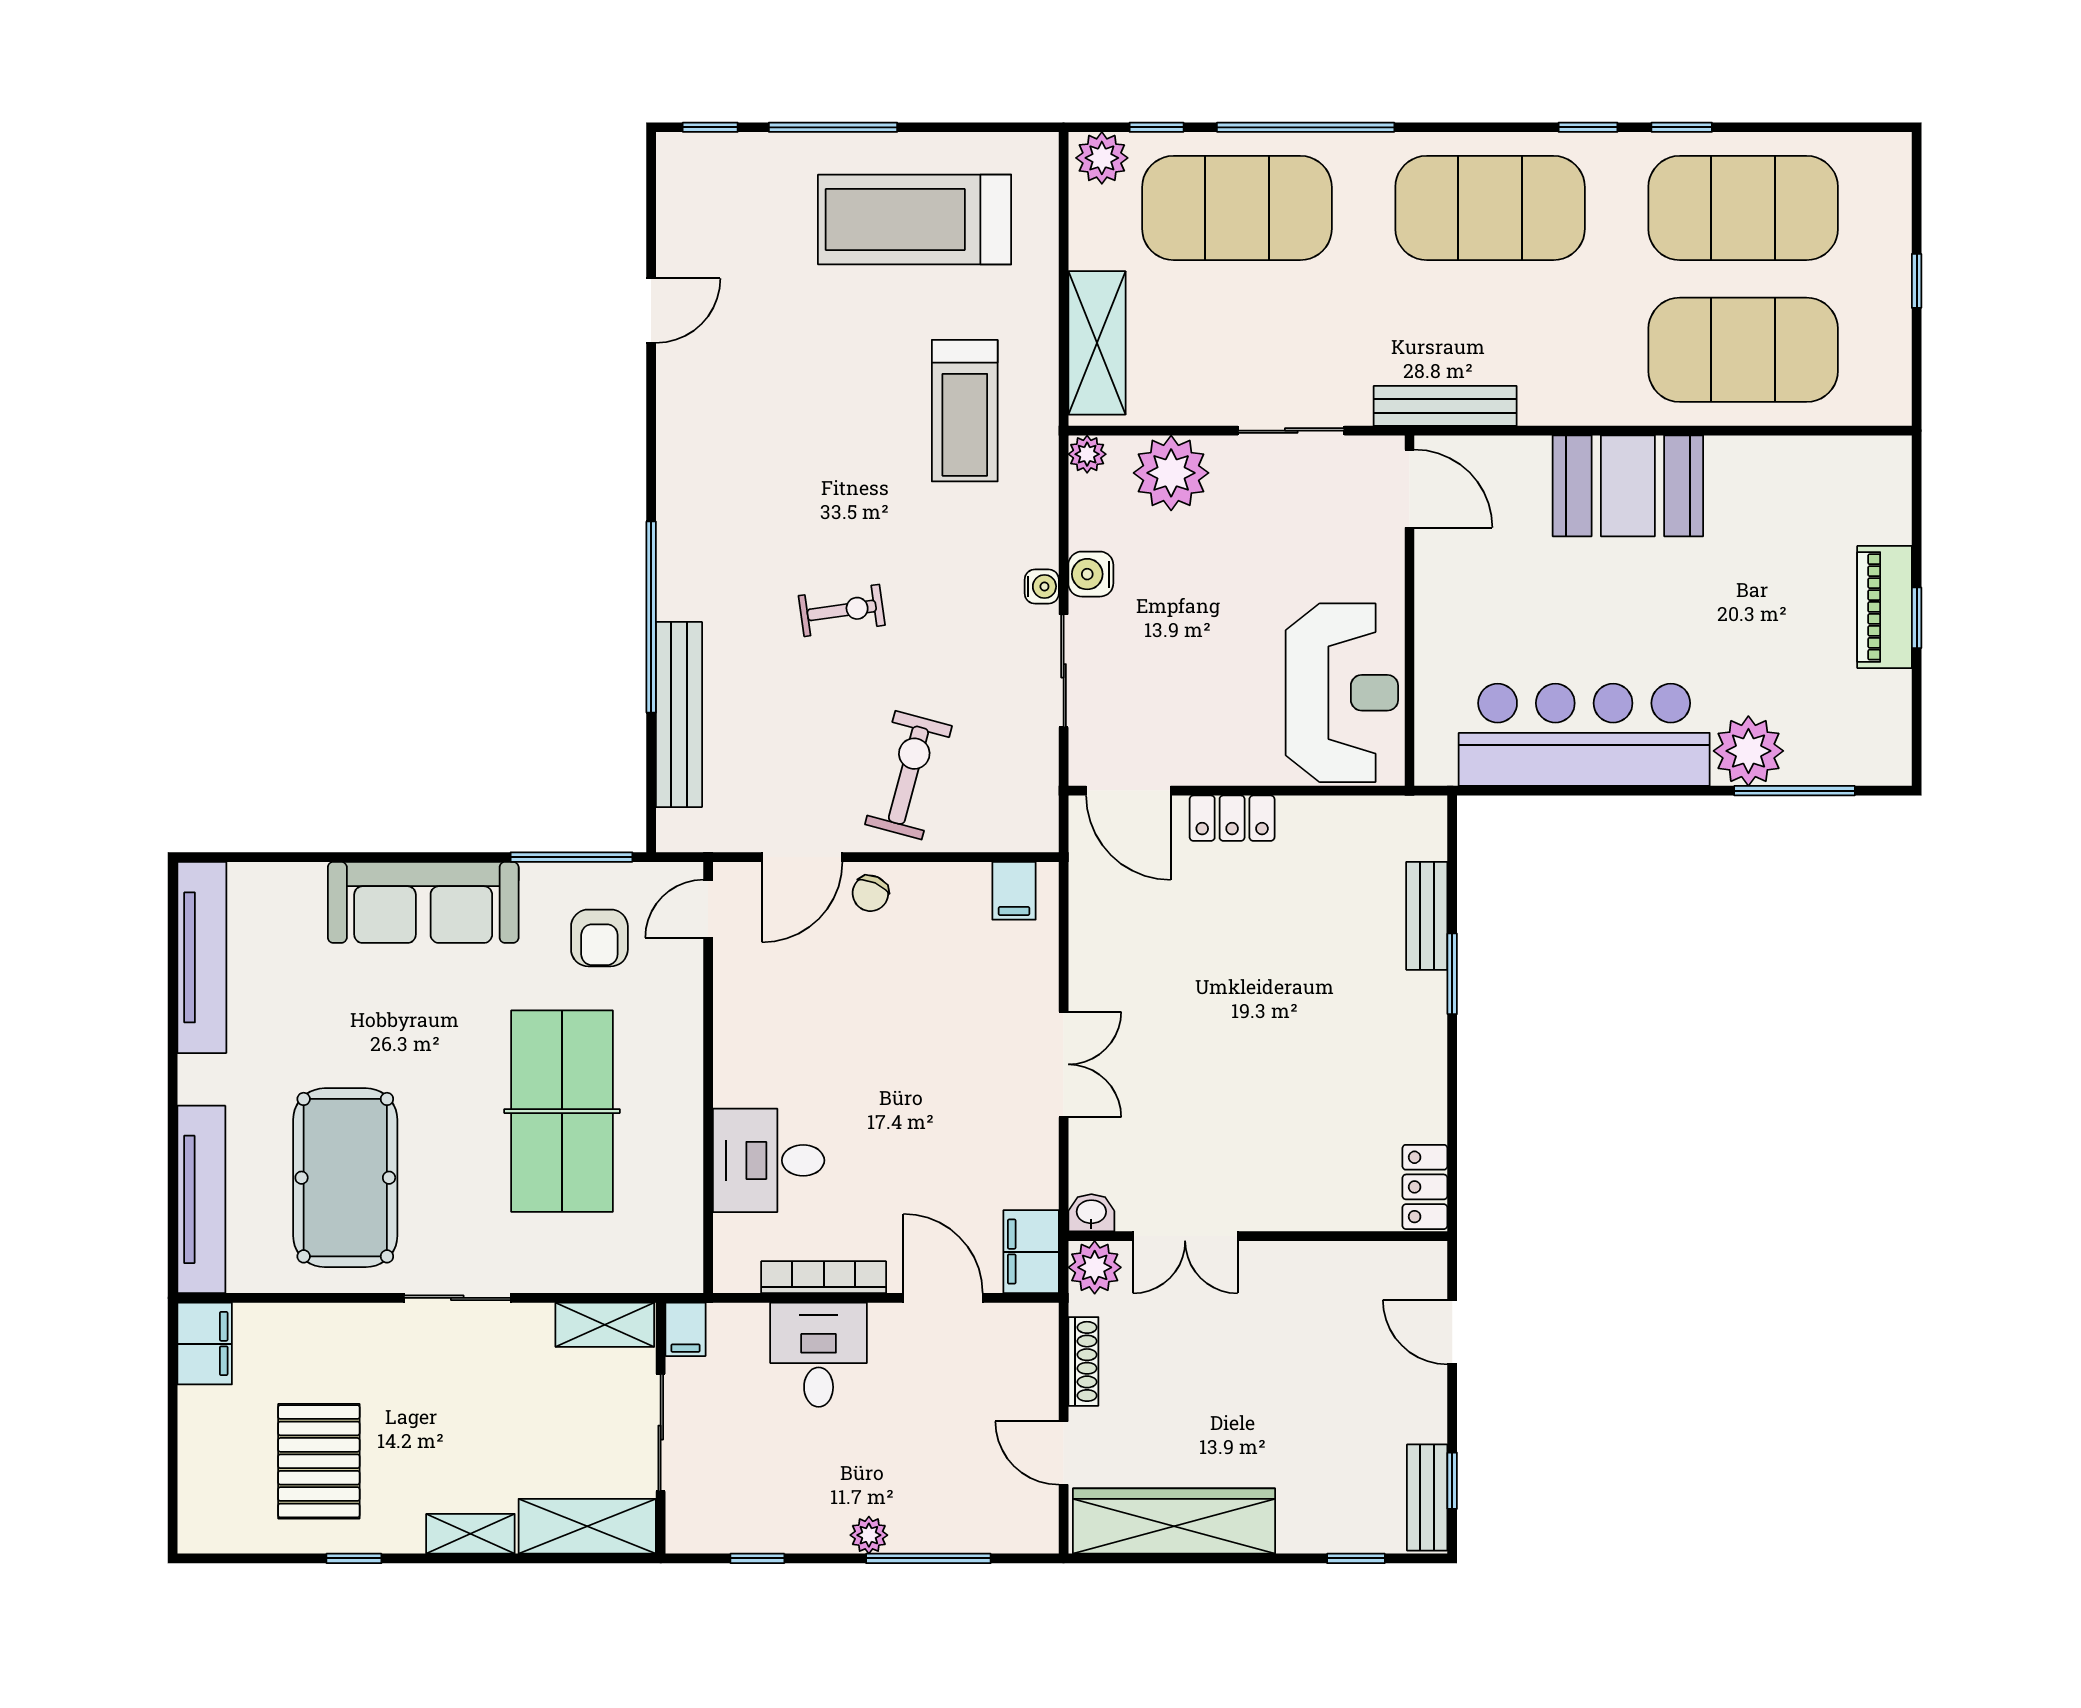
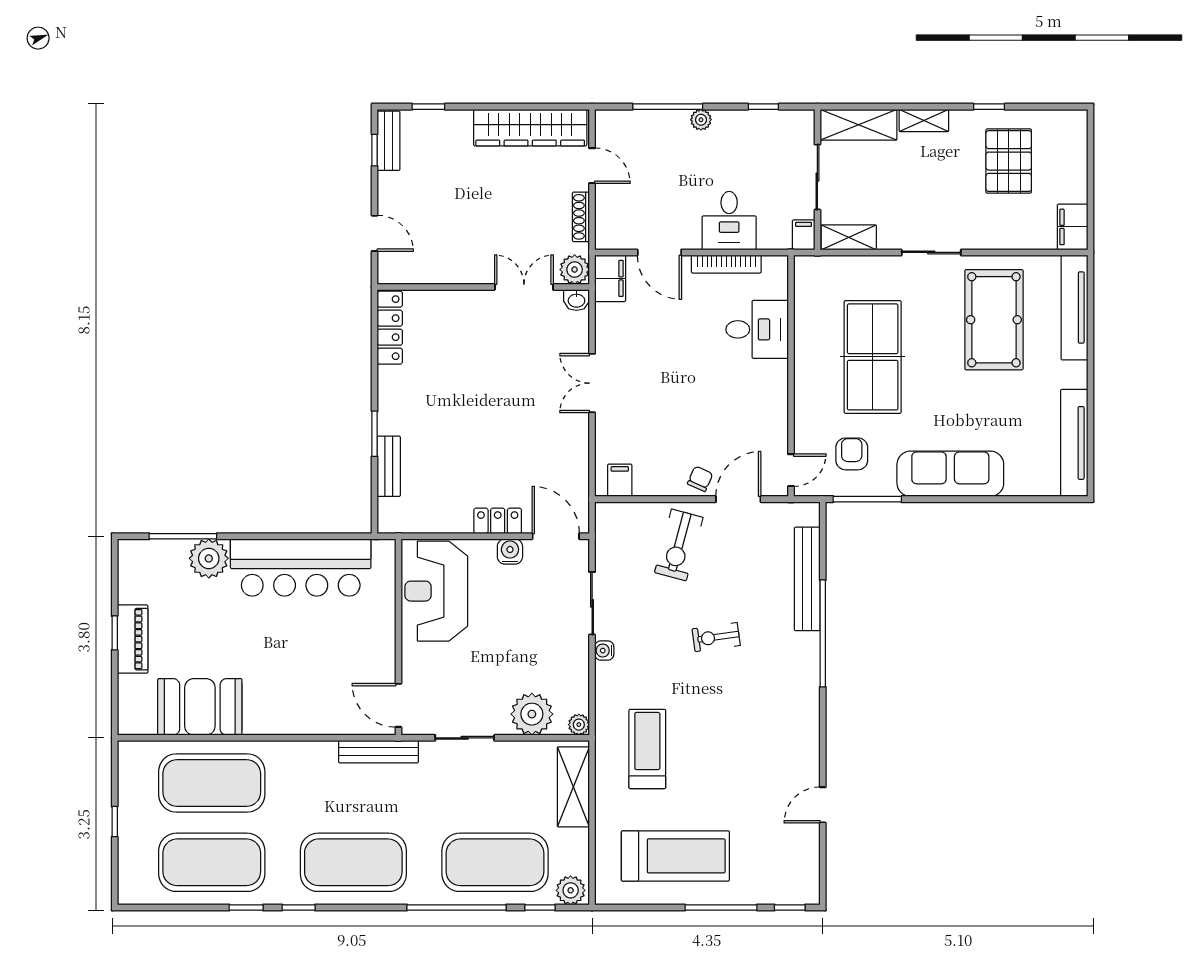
booth: (1628, 486) -> (200, 707), moved
water cooler: (1091, 574) -> (510, 551), moved, turned -90
locker: (1425, 1187) -> (390, 328), width x1.53

